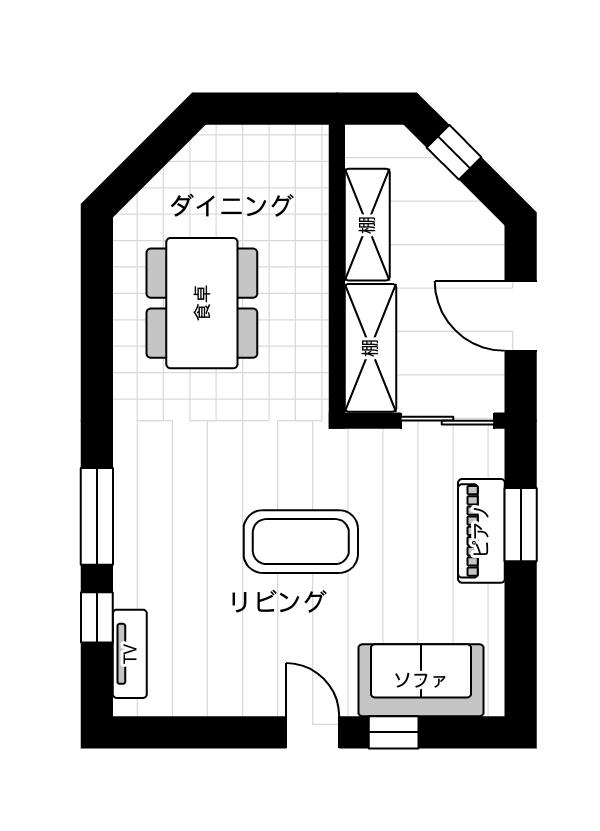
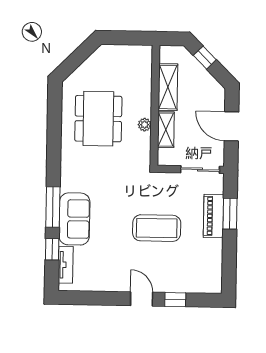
plant: (313, 315) -> (145, 125), added
shelving: (370, 348) -> (166, 130), width x0.67, depth x0.75
coffee table: (301, 542) -> (157, 228), moved
sofa: (421, 680) -> (74, 219), moved, turned 90

